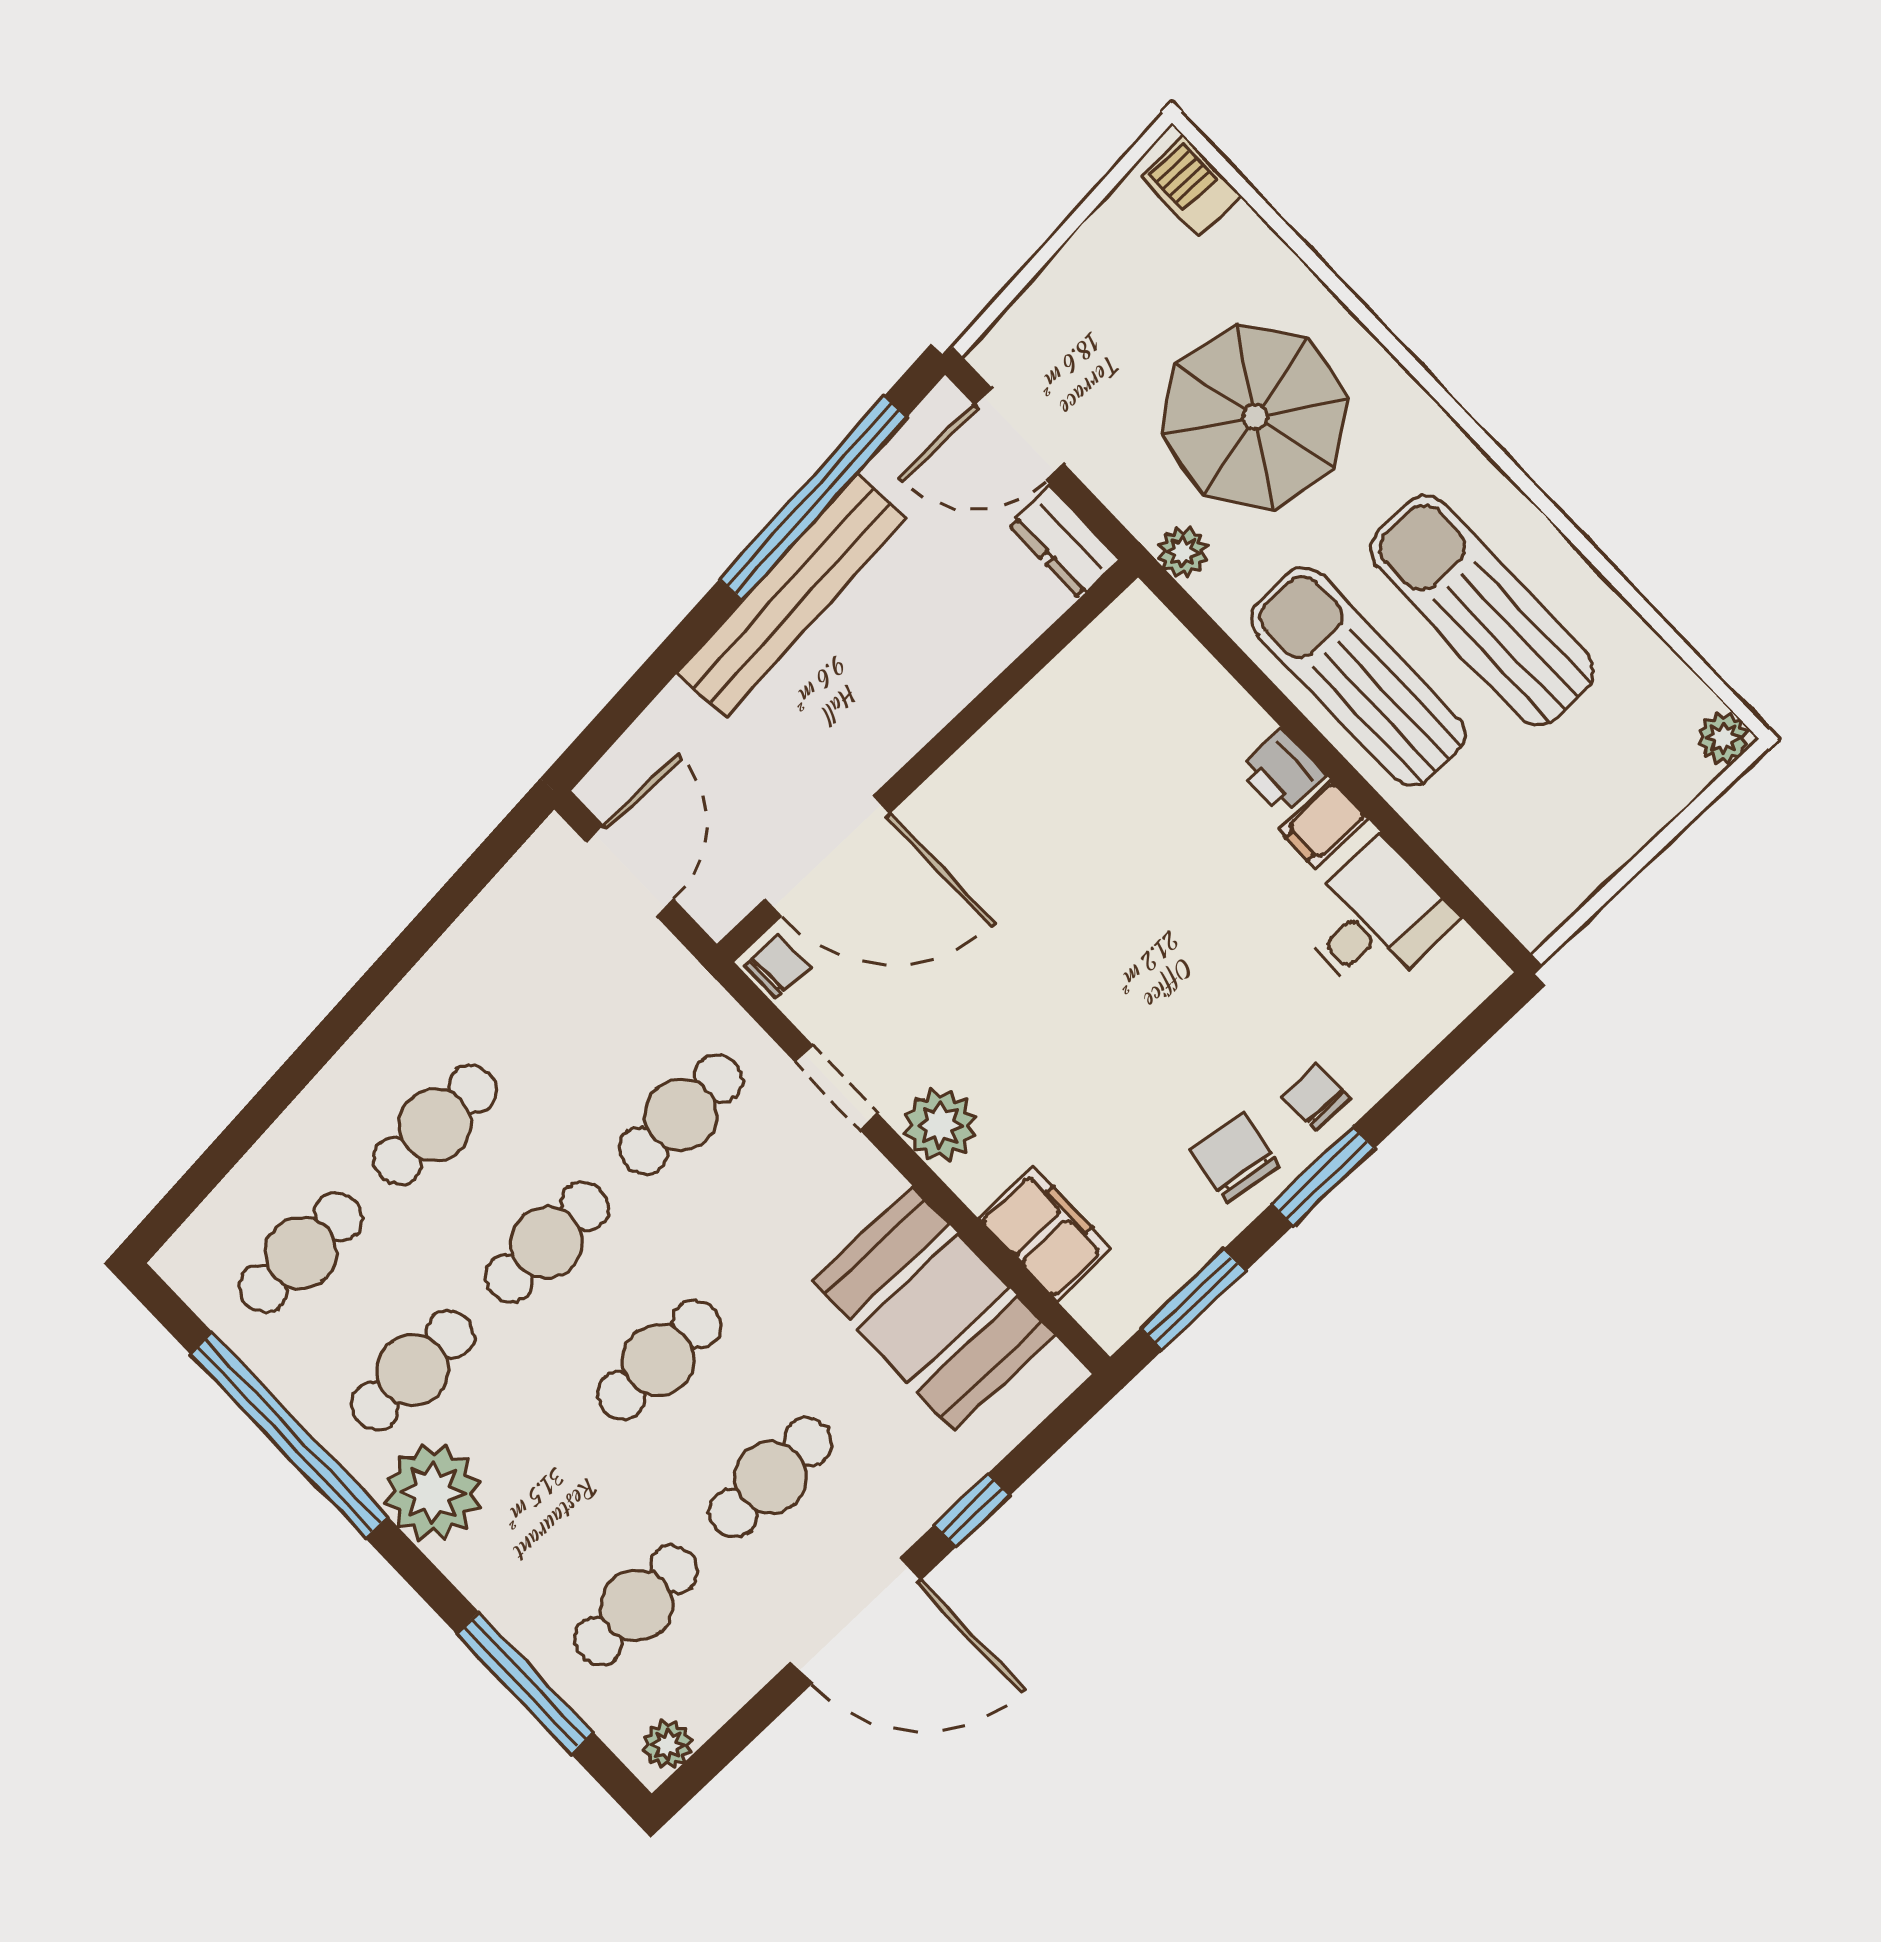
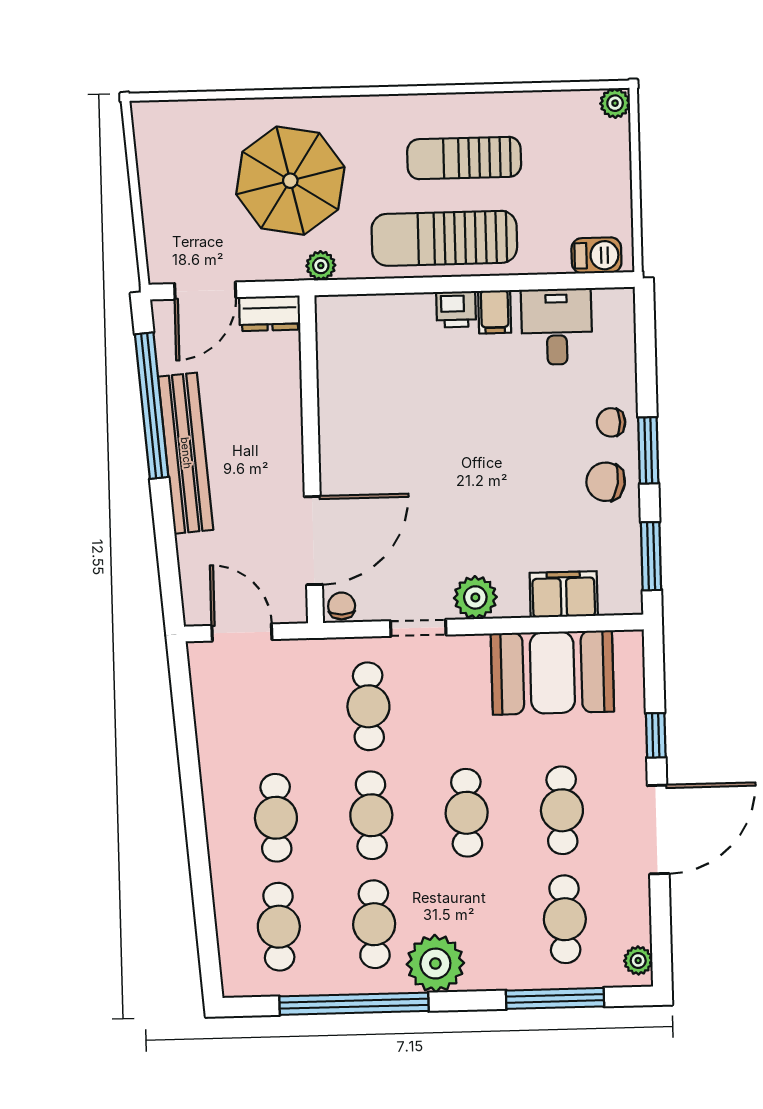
barbecue: (1191, 186) -> (596, 255), moved, turned 180
sun lounger: (1482, 610) -> (464, 158), width x0.73, depth x0.75

